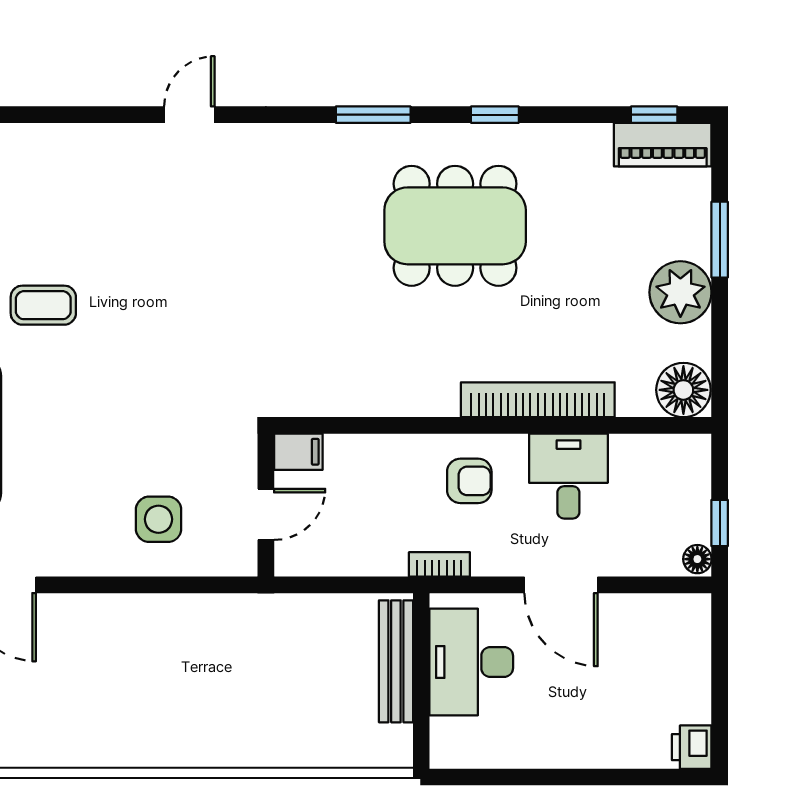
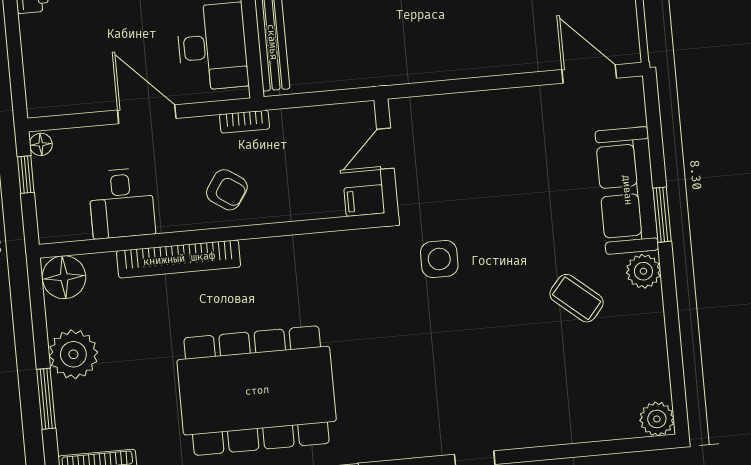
dining table: (455, 226) -> (257, 391), width x1.36, depth x1.24
coffee table: (43, 305) -> (577, 298), turned 40
desk: (568, 476) -> (122, 203), moved
armchair: (469, 481) -> (227, 190), turned -146
side table: (159, 519) -> (439, 259), moved

